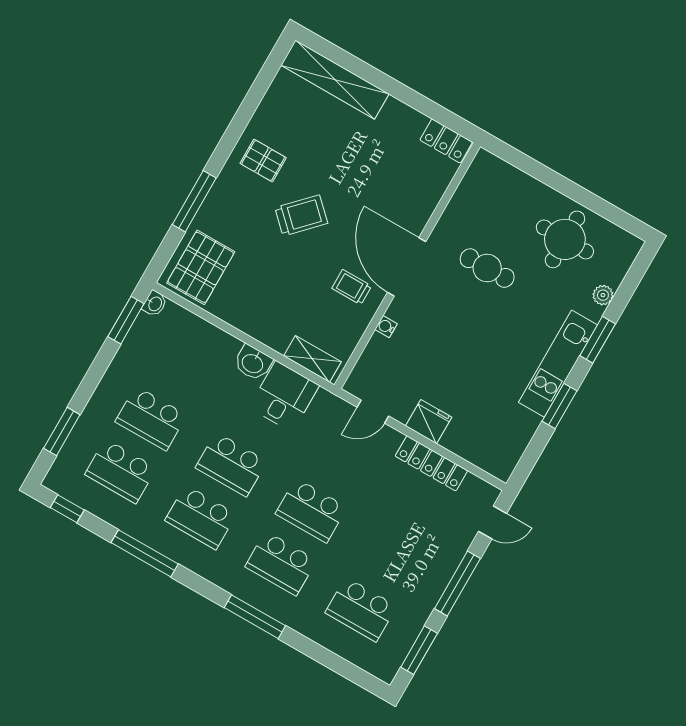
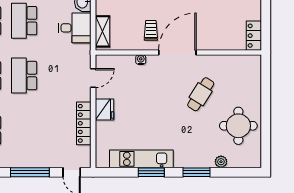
cafe table: (487, 268) -> (201, 94), turned 33
kitchen unit: (558, 364) -> (141, 159), moved
door: (373, 412) -> (93, 78), swing flipped

